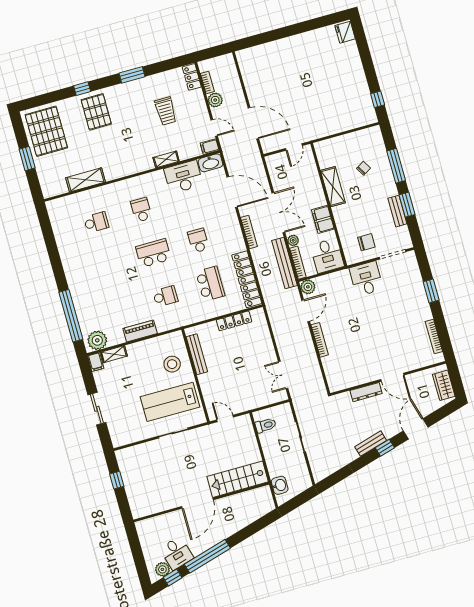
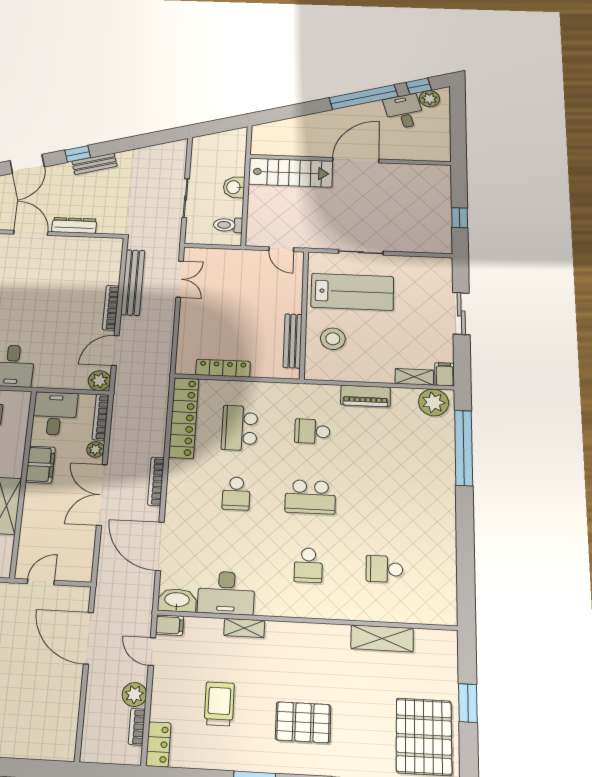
pallet: (96, 112) -> (303, 722), moved, turned 90
bench: (285, 263) -> (133, 282), moved
washbasin: (280, 485) -> (234, 187), moved

